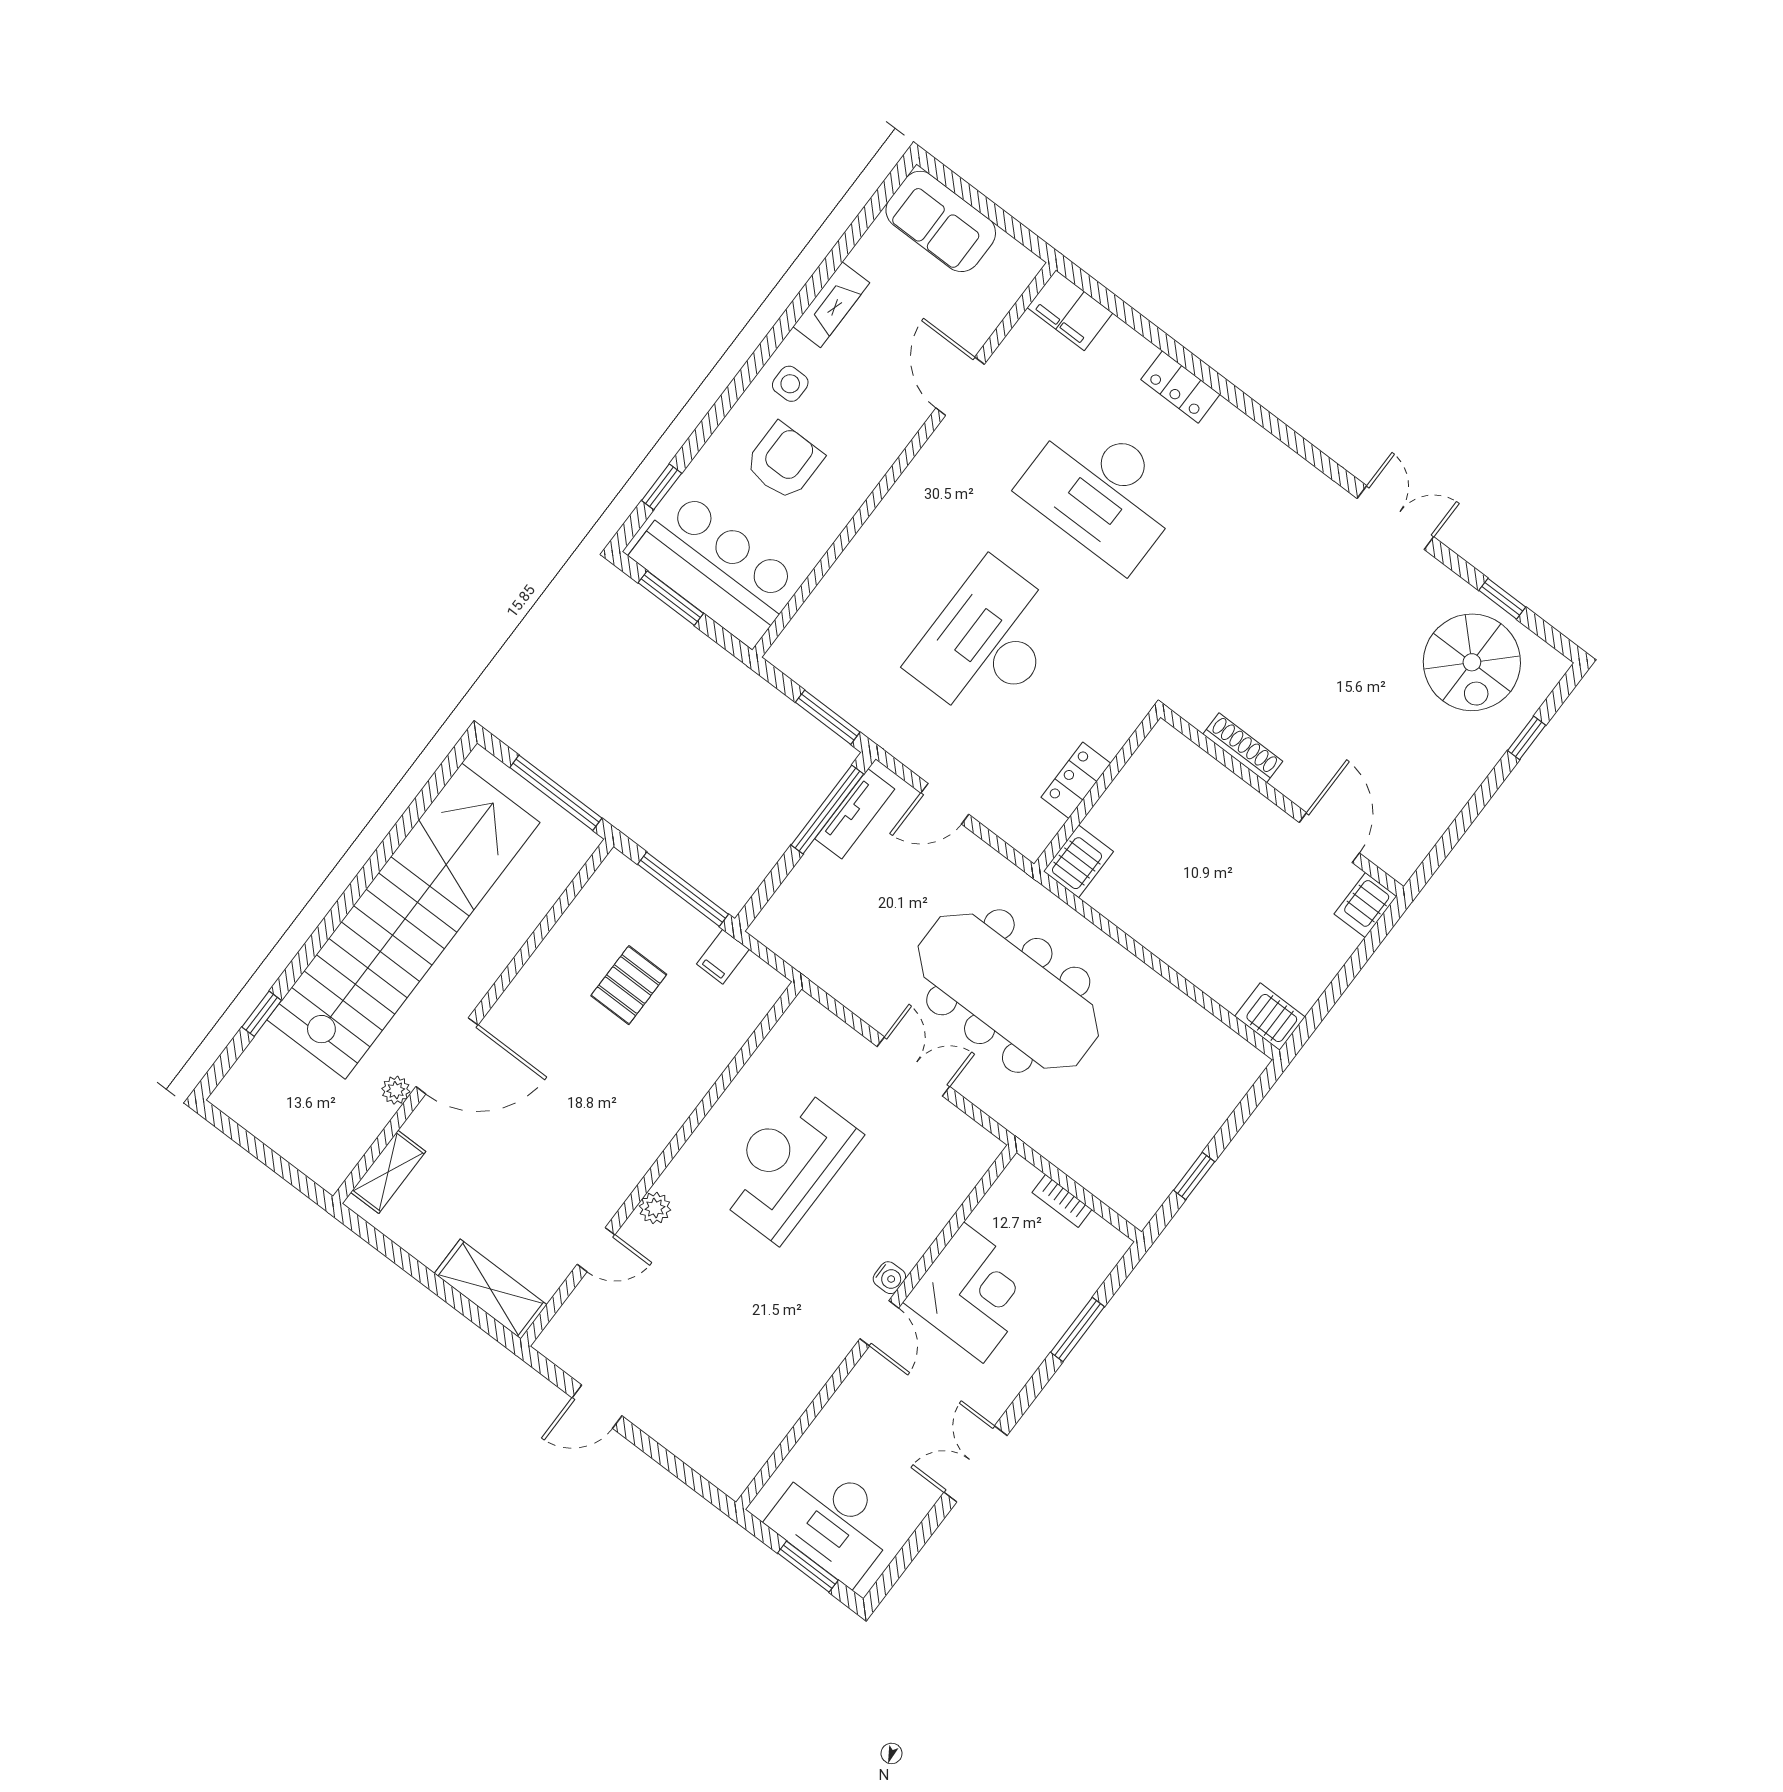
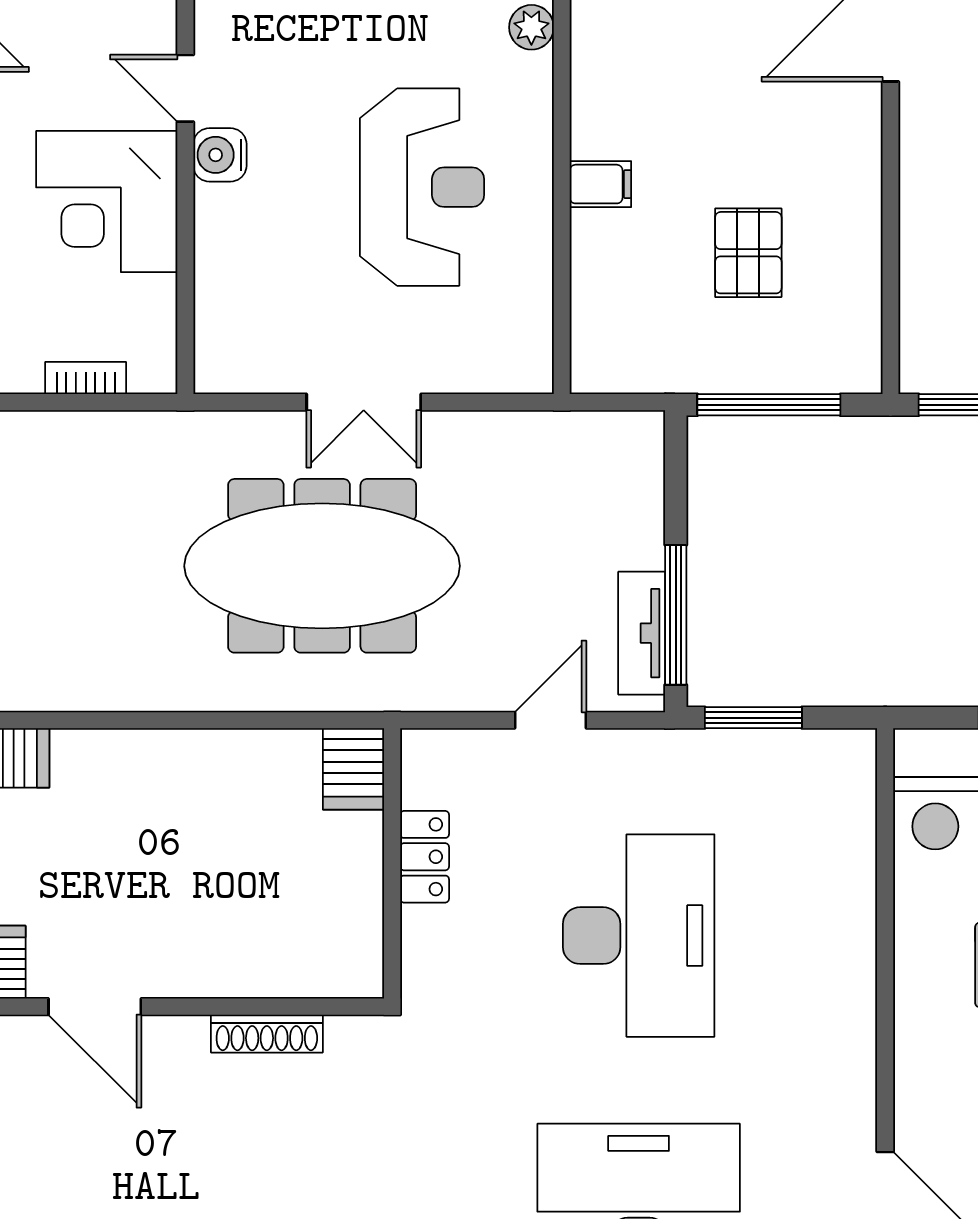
filing cabinet: (723, 957) -> (600, 184), moved, turned 90
water cooler: (889, 1278) -> (220, 155), width x1.38, depth x1.38

